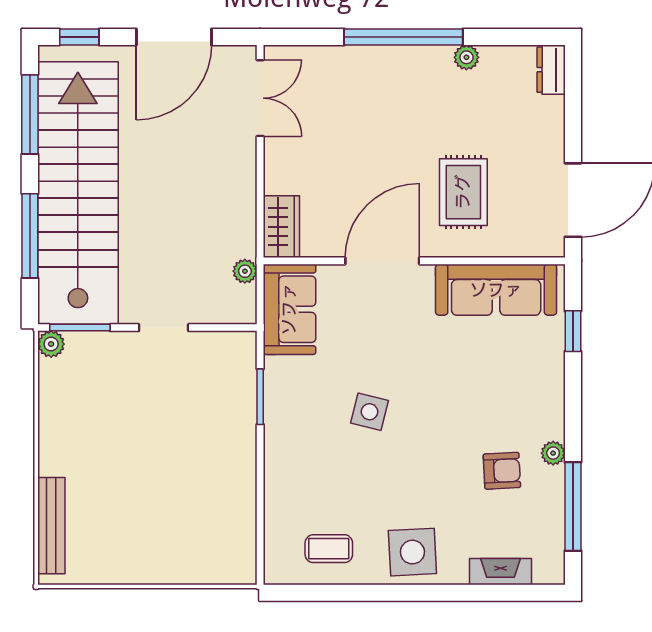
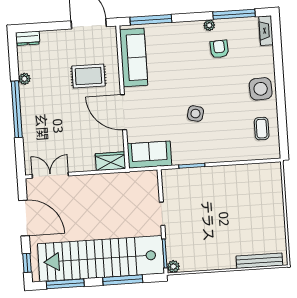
plant: (245, 271) -> (133, 177), removed
window: (573, 331) -> (151, 20), width x2.17
fireplace: (501, 572) -> (266, 31), moved

